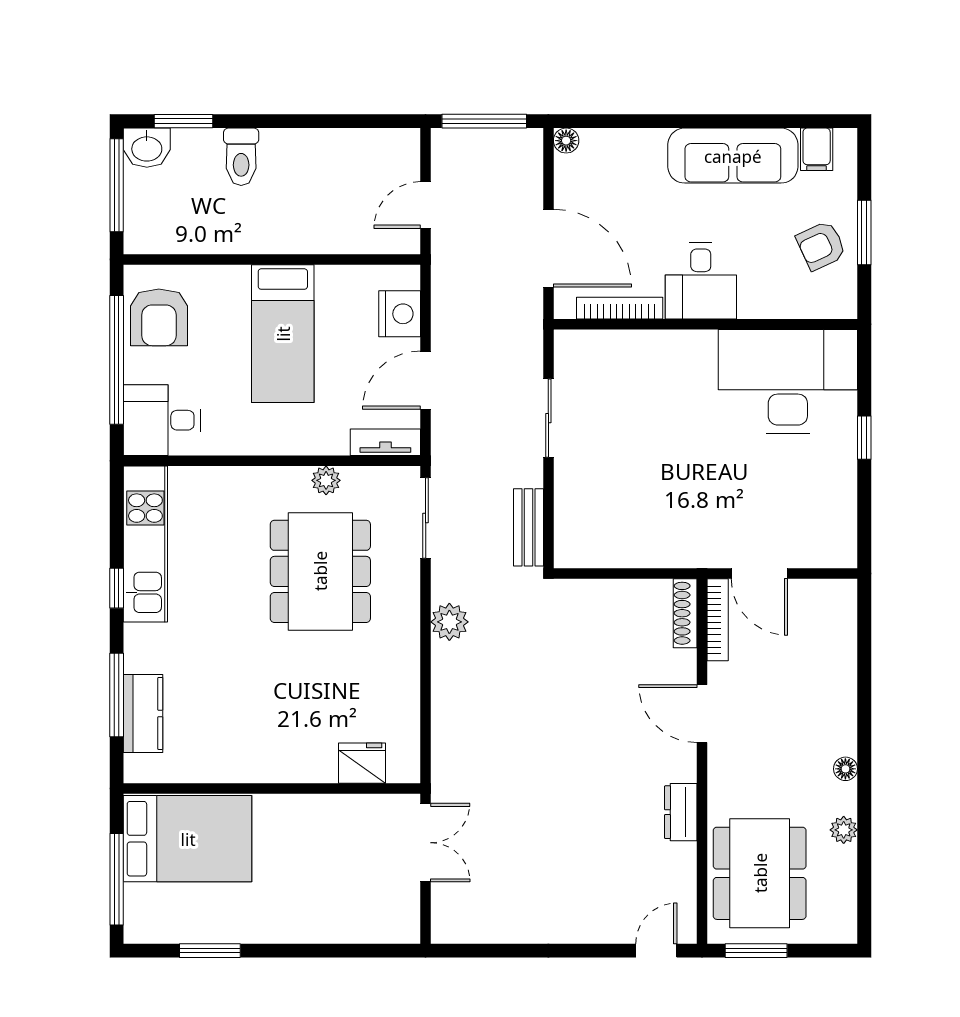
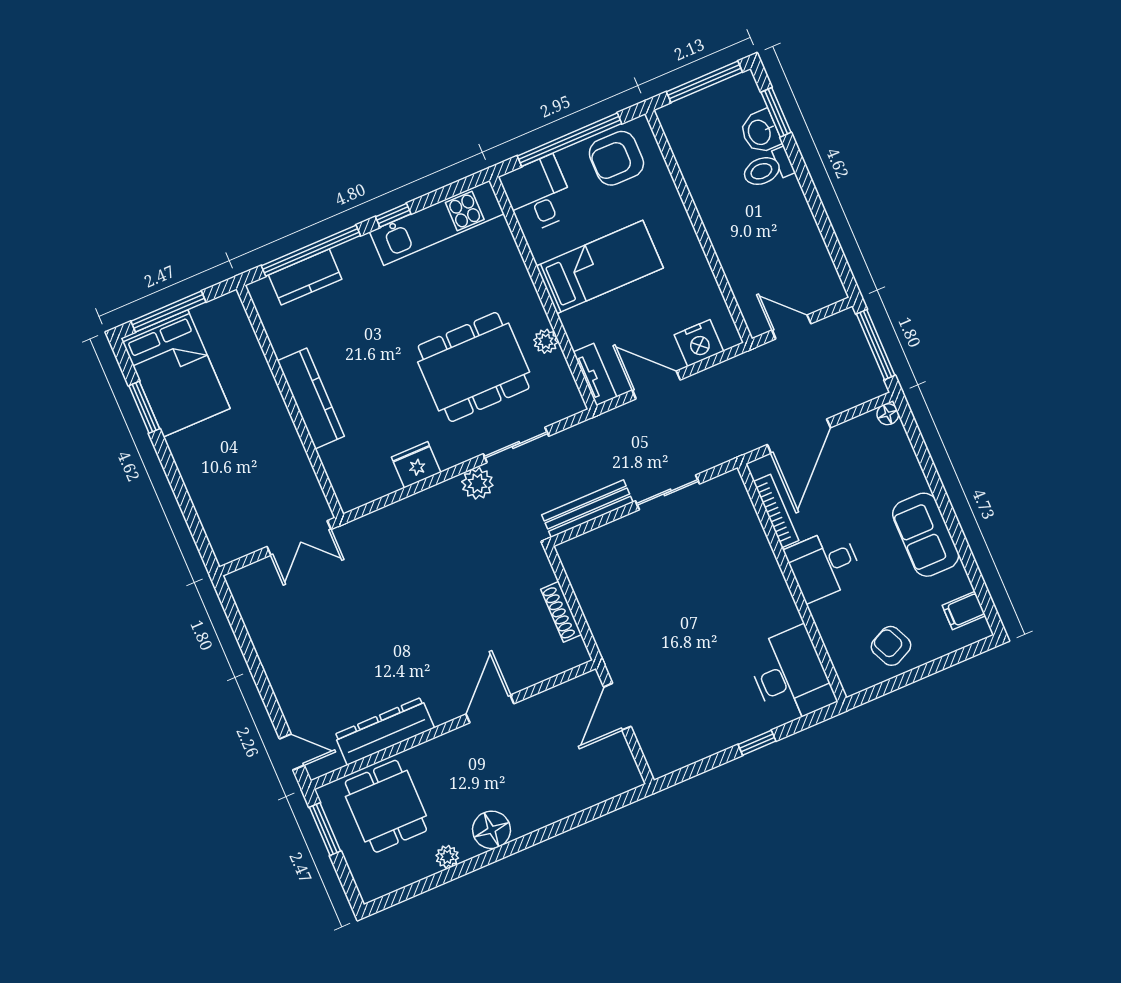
washbasin: (147, 148) -> (760, 132), moved
sofa: (733, 156) -> (926, 535), width x0.73
window: (864, 232) -> (915, 675), removed
bed: (283, 334) -> (600, 267), moved, turned 180
desk: (788, 381) -> (790, 676), width x0.73, depth x0.77
sliding door: (426, 518) -> (516, 445), moved
bench: (529, 527) -> (587, 509), width x1.36
shoe rack: (685, 613) -> (561, 612), moved, turned -90
bookcase: (718, 620) -> (568, 690), removed
window: (117, 695) -> (311, 251), width x1.46
fridge: (362, 763) -> (416, 465), moved, turned -90
kitchen counter: (279, 764) -> (311, 399), added
floor lamp: (845, 769) -> (492, 830), width x1.89, depth x1.89
dresser: (681, 812) -> (384, 731), width x1.96, depth x1.24
bed: (188, 839) -> (175, 373), moved
dining table: (760, 873) -> (386, 806), width x0.73

